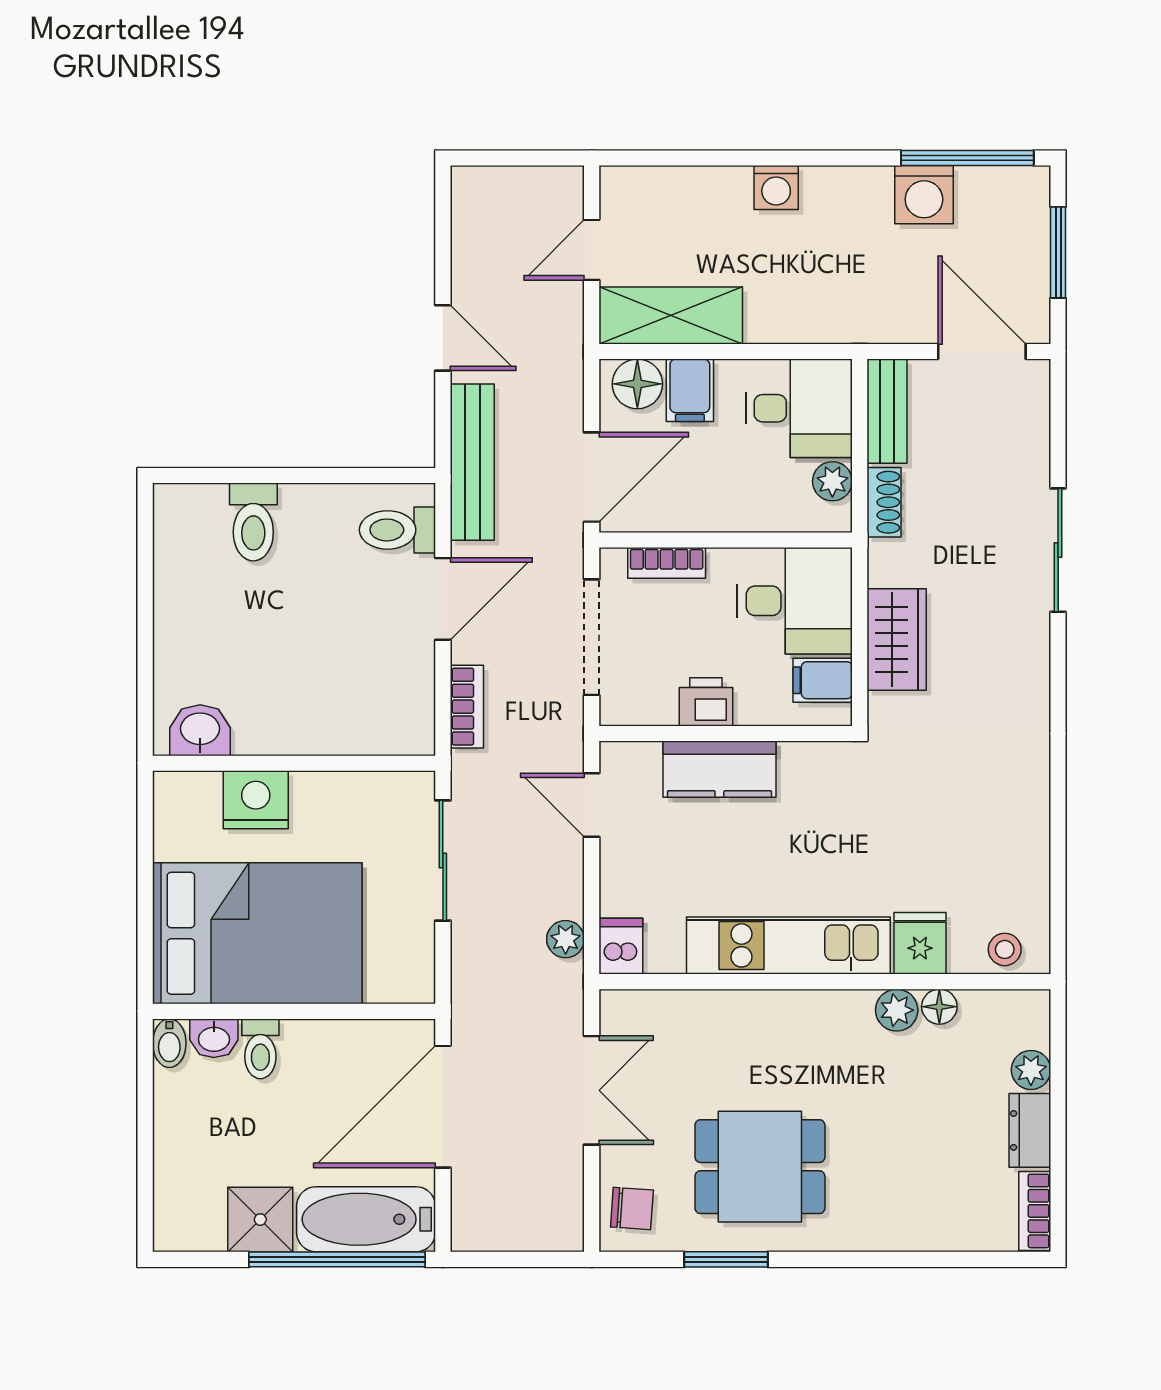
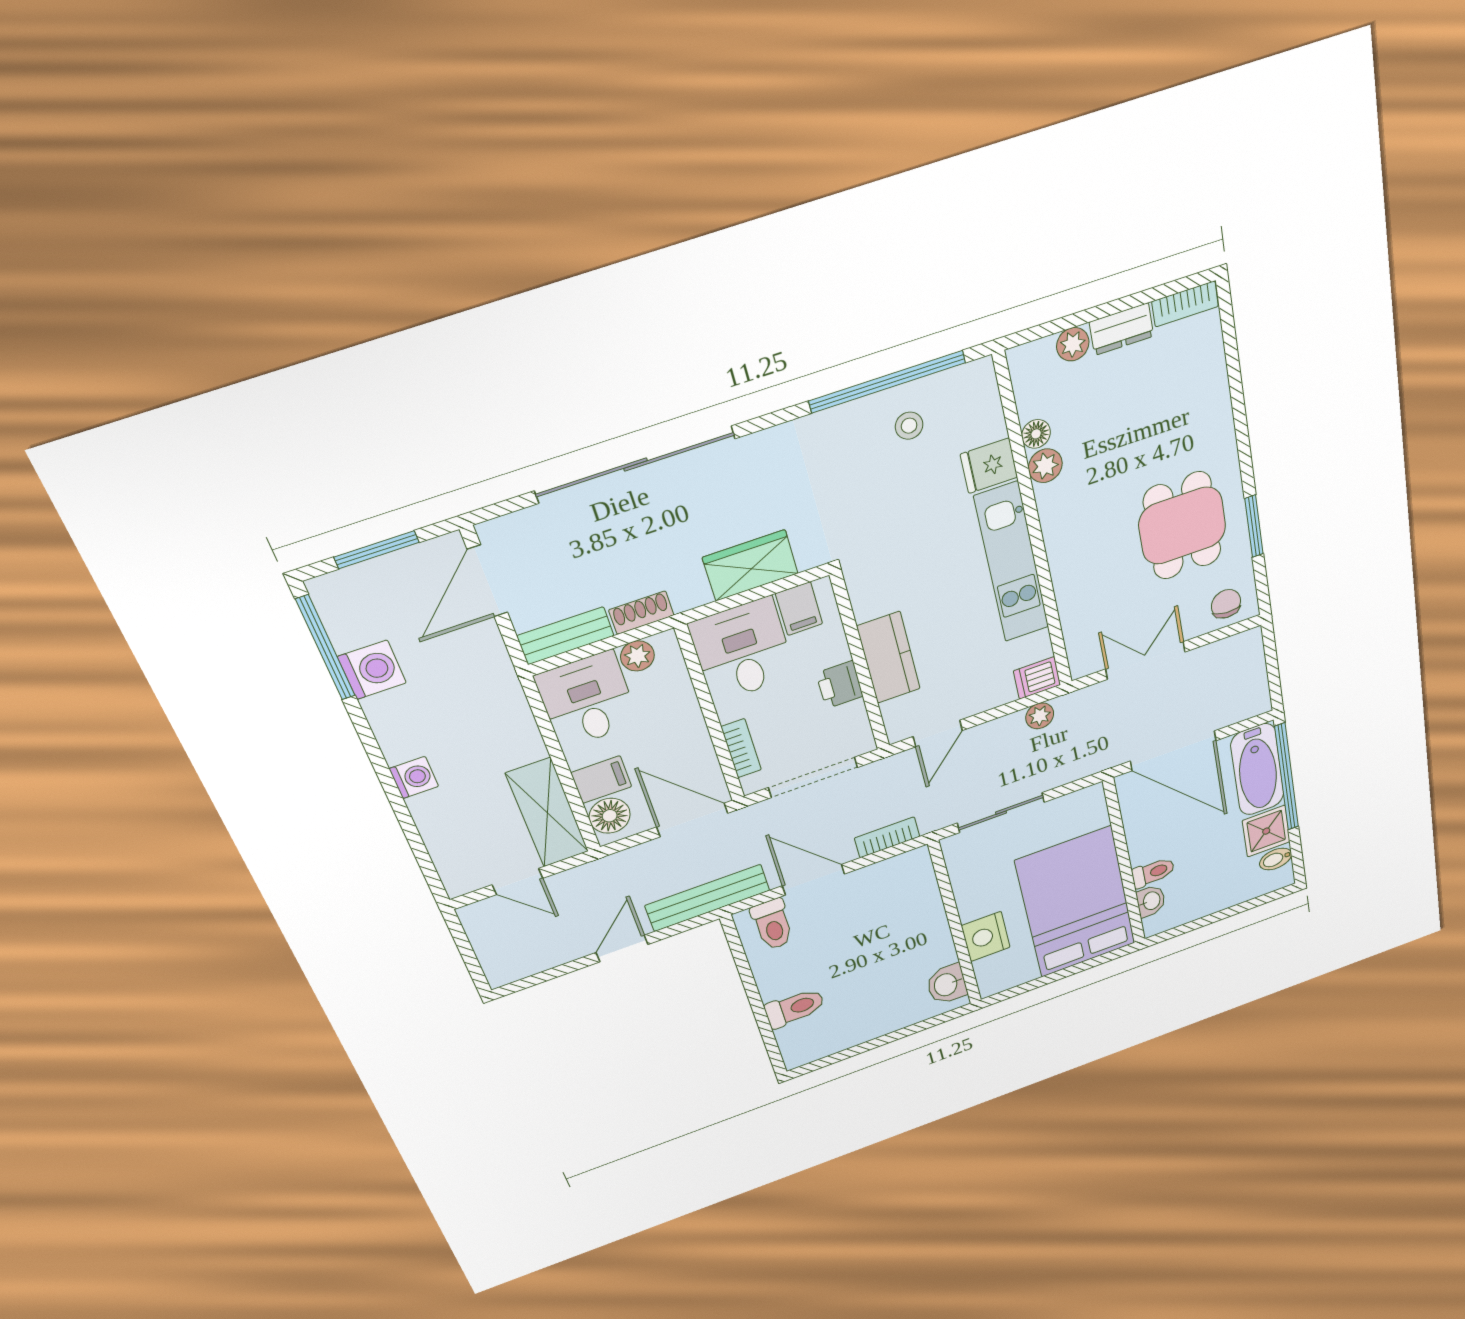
sliding door: (1058, 550) -> (636, 465), width x1.86
window: (1058, 849) -> (887, 382), added
stool: (1005, 949) -> (909, 426), moved
bidet: (169, 1043) -> (1276, 859), moved, turned 180

